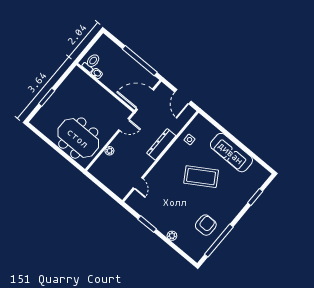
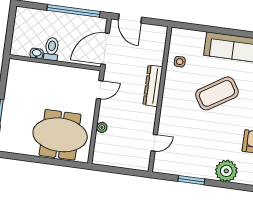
toilet: (92, 62) -> (52, 49), moved
door: (183, 97) -> (130, 18), moved
door: (138, 183) -> (154, 143), hinge flipped
plant: (172, 236) -> (226, 171), width x1.87, depth x1.87

